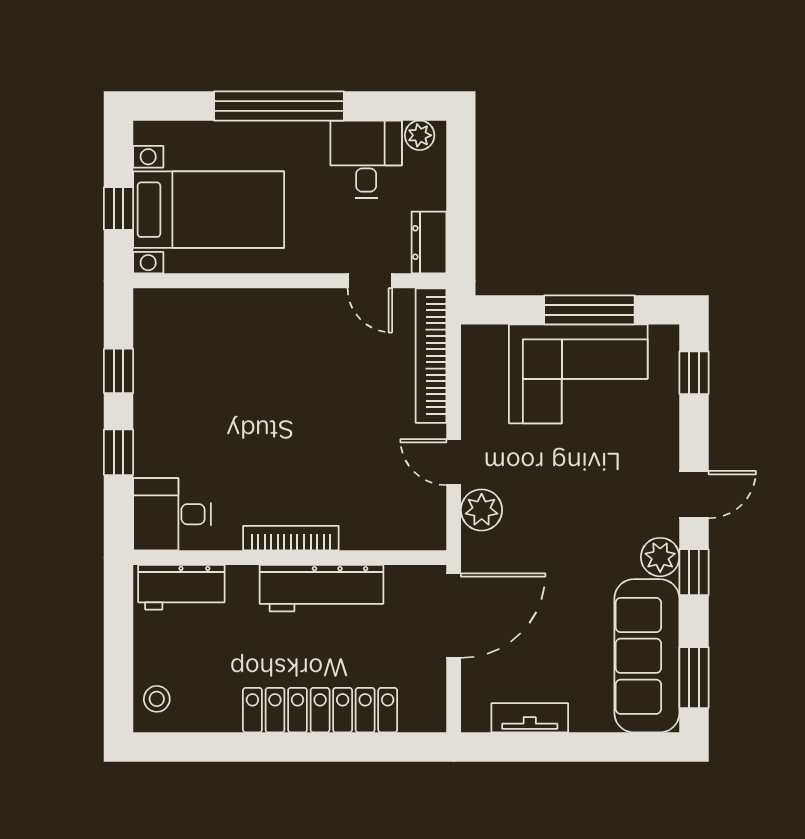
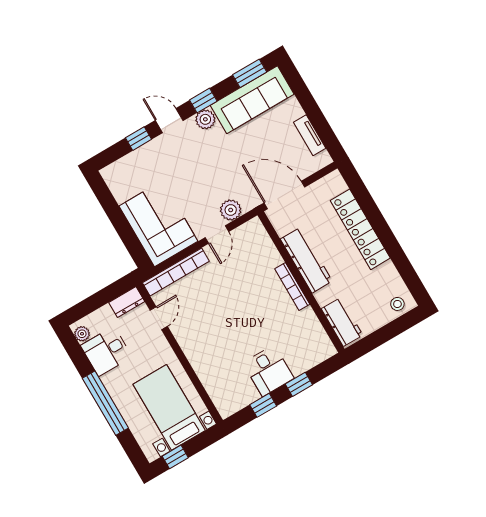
window: (119, 208) -> (175, 457), moved
window: (589, 310) -> (115, 214), removed
window: (694, 373) -> (138, 139), moved
corner sofa: (578, 374) -> (158, 224), moved
desk: (172, 514) -> (268, 371), moved

